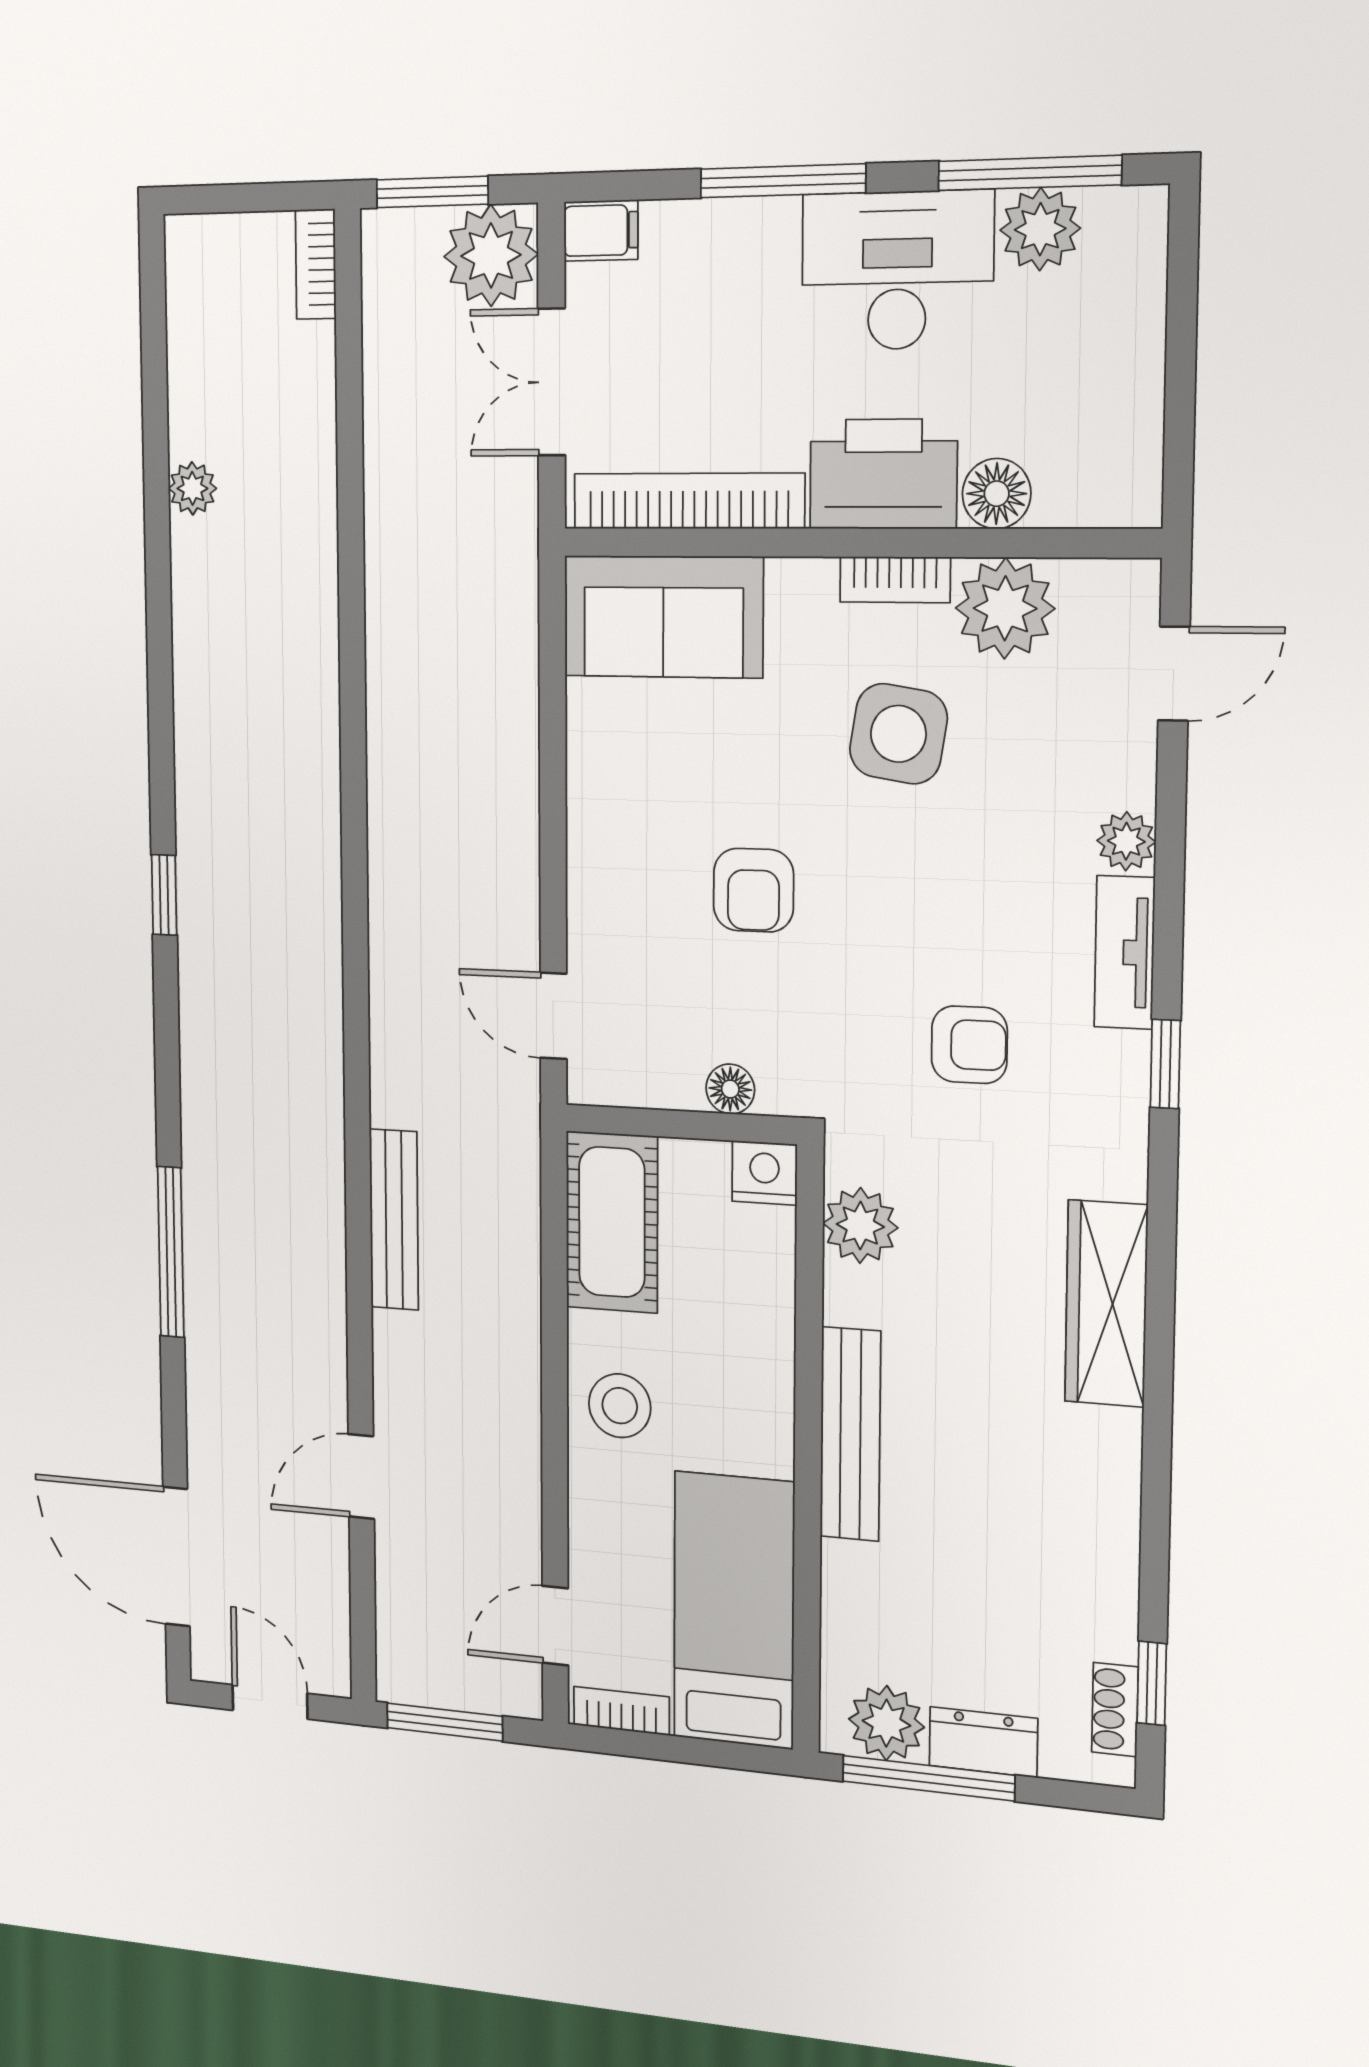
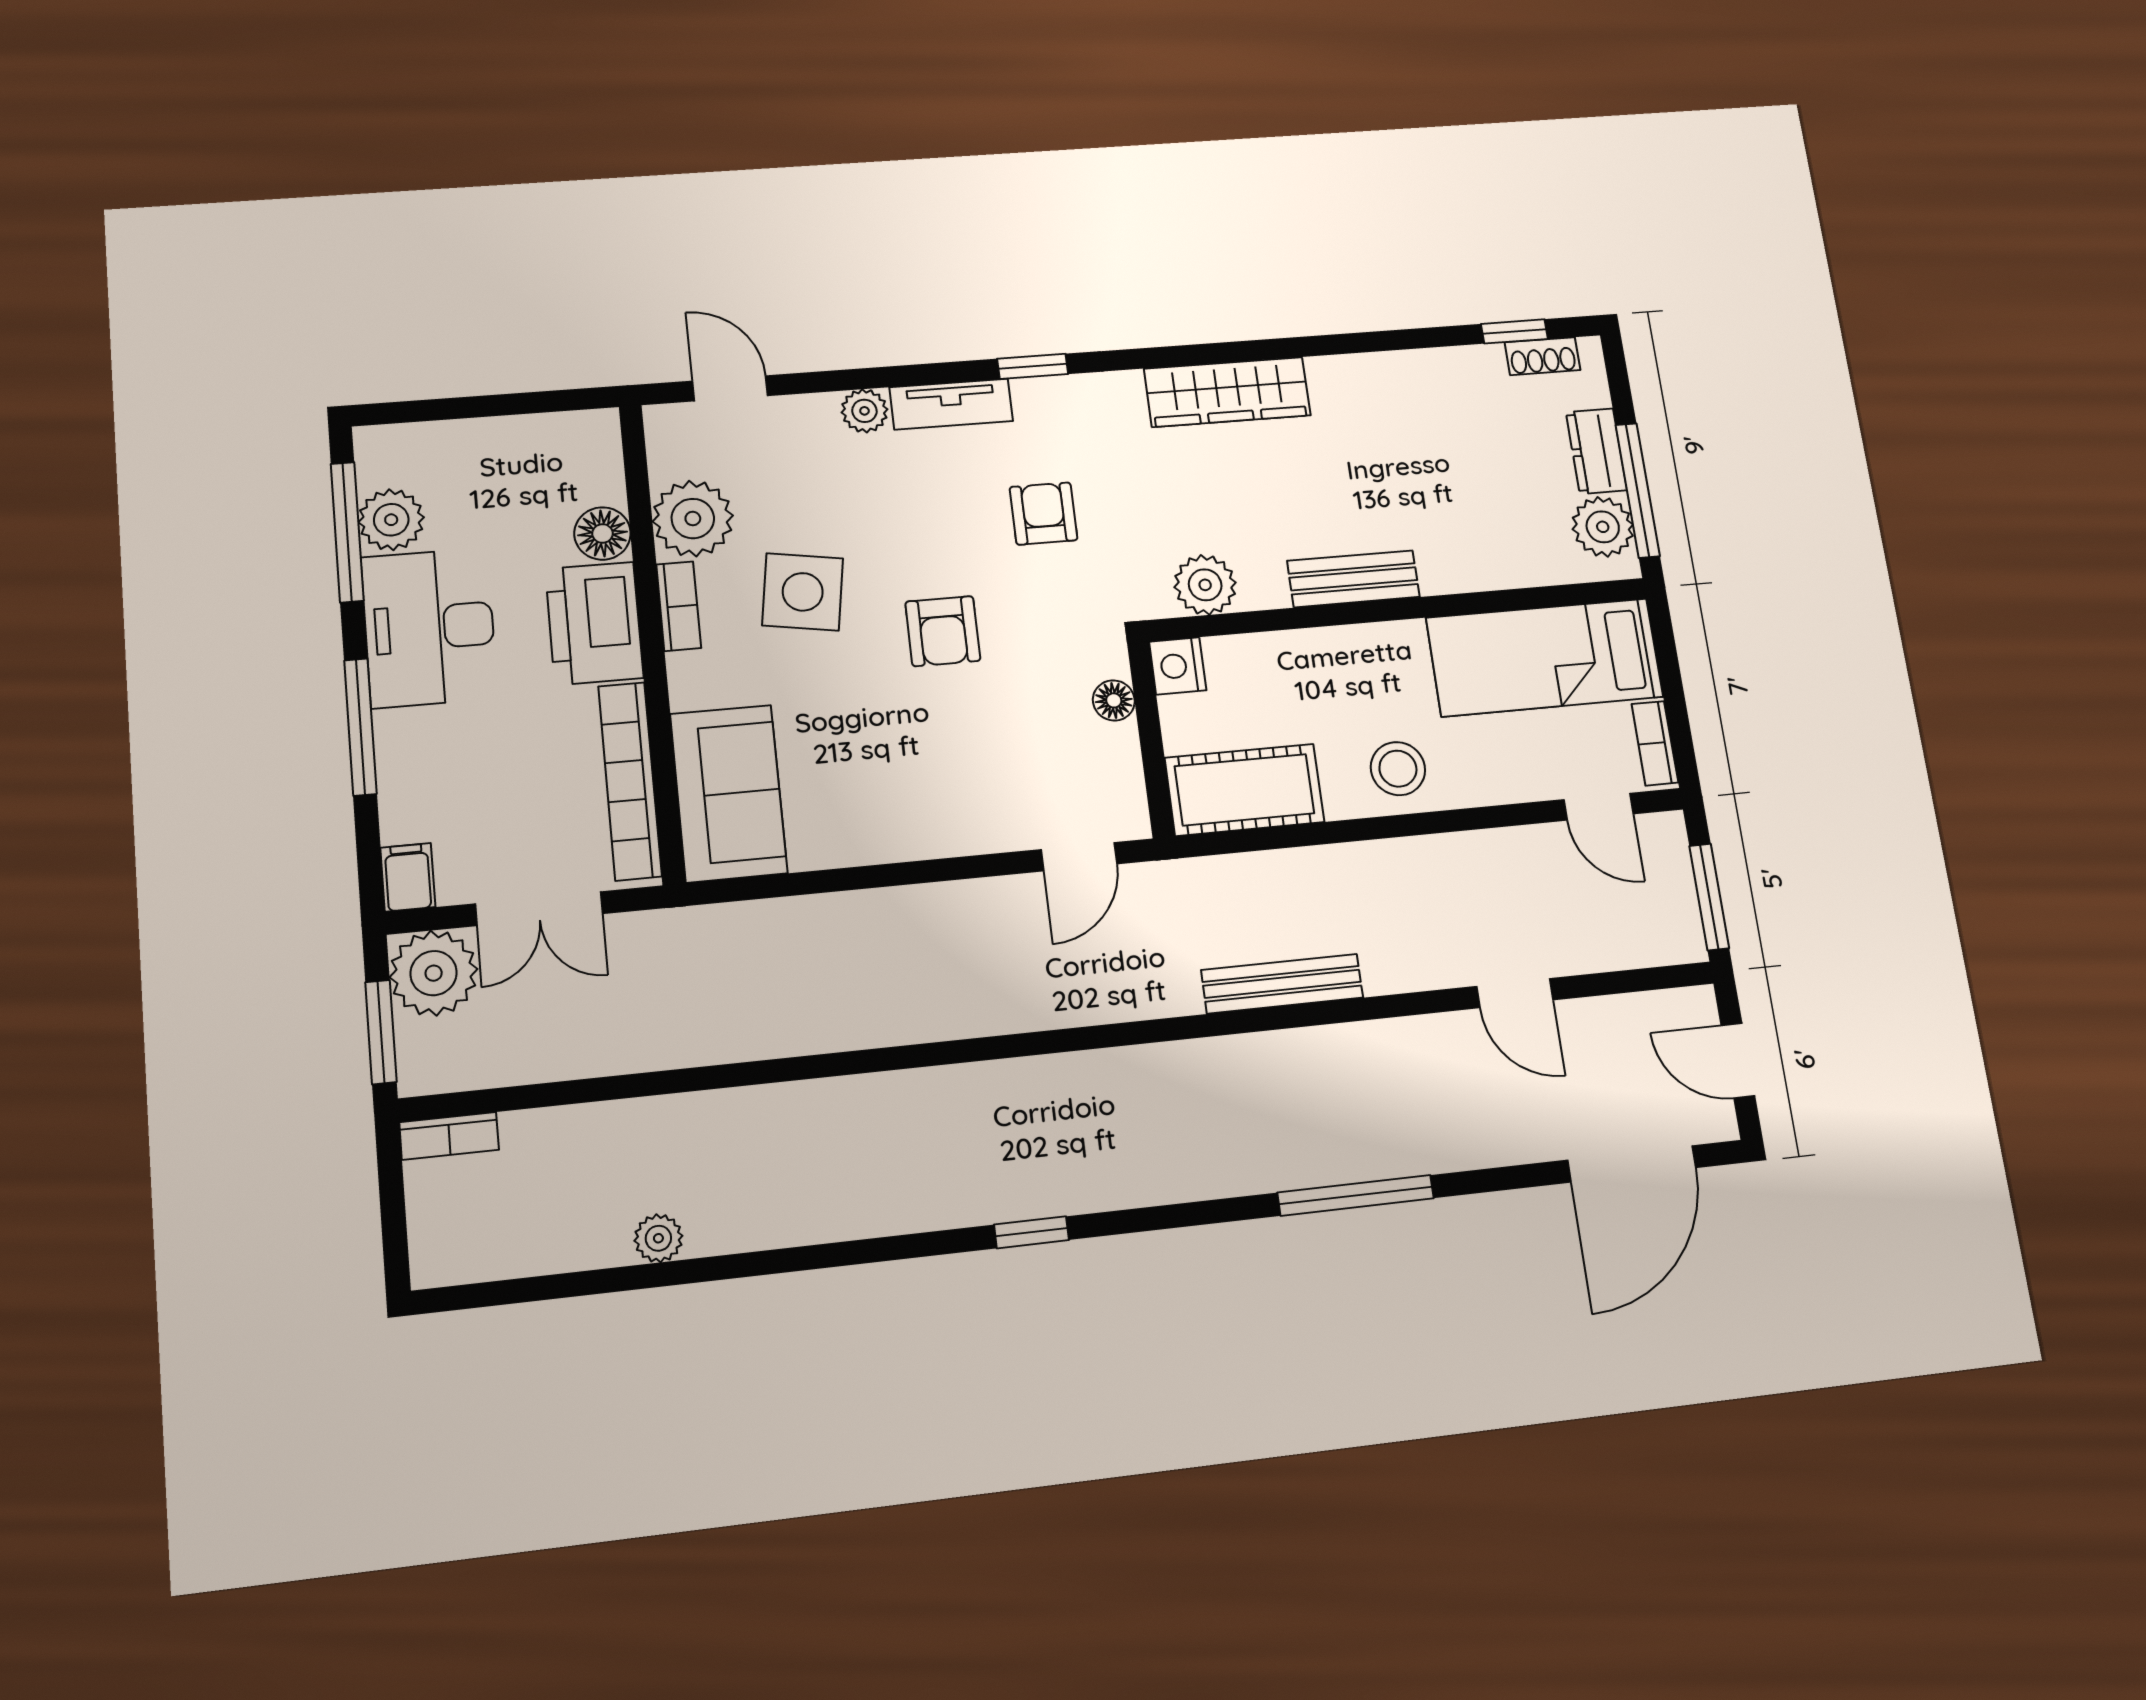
armchair: (753, 890) -> (943, 631), moved, turned 90
bench: (850, 1434) -> (1353, 579), width x0.73
door: (270, 1702) -> (1738, 1061), hinge flipped

